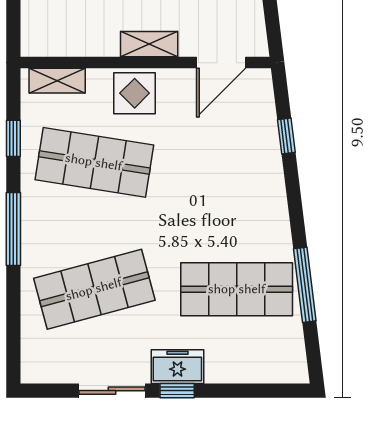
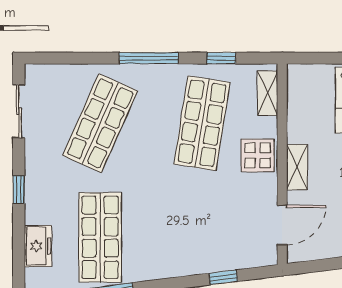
door: (221, 63) -> (282, 225), swing flipped
shop shelf: (94, 289) -> (100, 123), turned 39
freezer: (177, 367) -> (38, 246), moved
sliding door: (112, 391) -> (19, 111), moved

